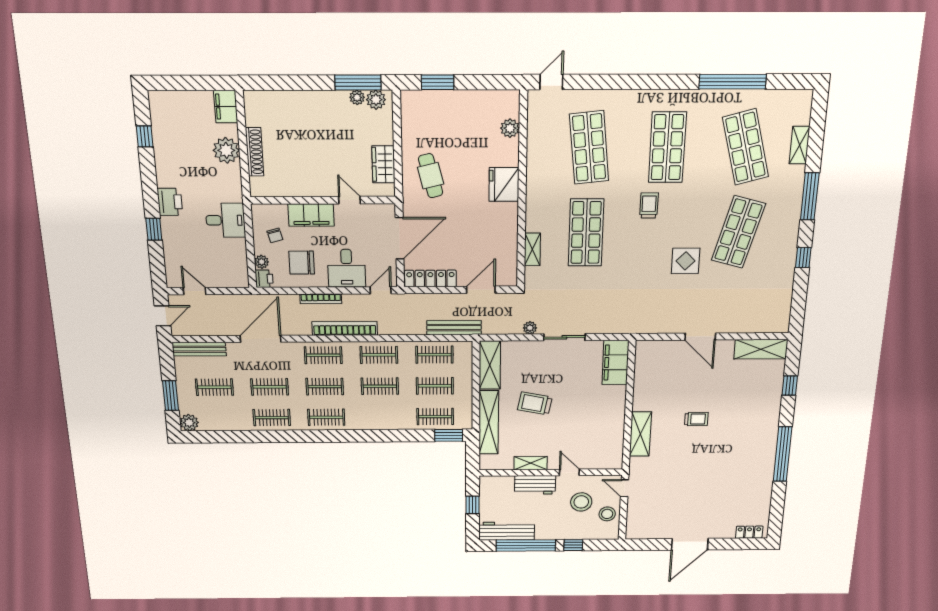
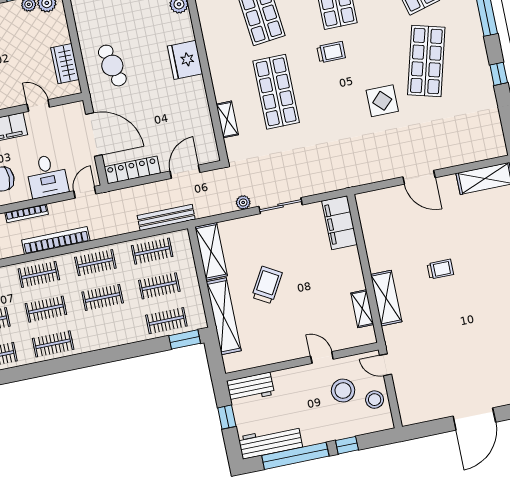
trolley: (649, 205) -> (331, 52), turned 90
door: (400, 238) -> (94, 134), hinge flipped
trolley: (535, 403) -> (267, 285), turned 109
shelving: (531, 463) -> (362, 309), moved, turned 90
workbench: (535, 485) -> (251, 388), moved

